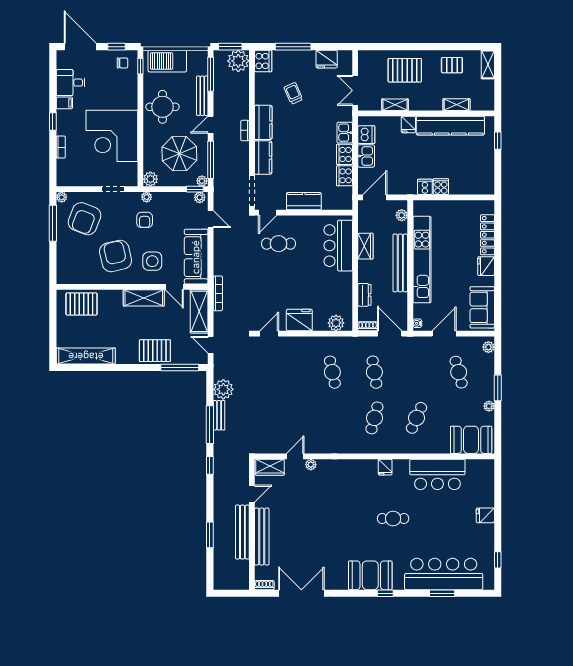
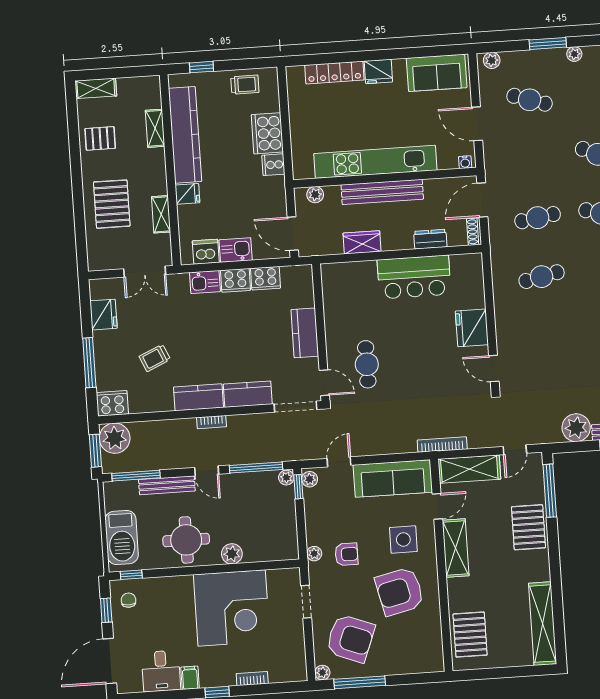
pallet: (452, 65) -> (100, 138), turned 90
parasol: (179, 154) -> (250, 512), removed
trolley: (483, 171) -> (245, 85), added
plant: (150, 179) -> (232, 554), moved
cooker: (441, 187) -> (267, 133), width x1.87, depth x1.31
bar counter: (338, 246) -> (414, 277), moved
plant: (336, 323) -> (472, 276), removed
cafe table: (459, 372) -> (530, 100), turned 33

